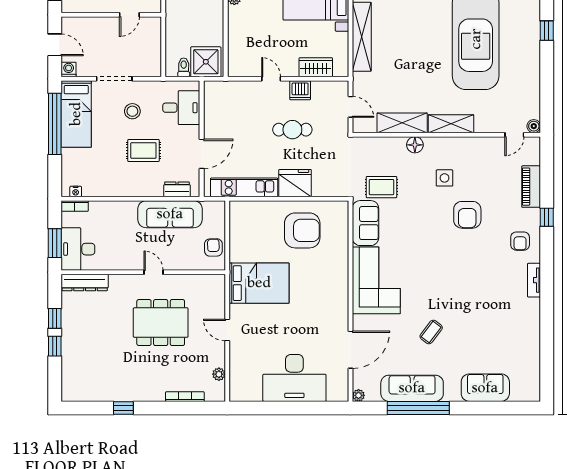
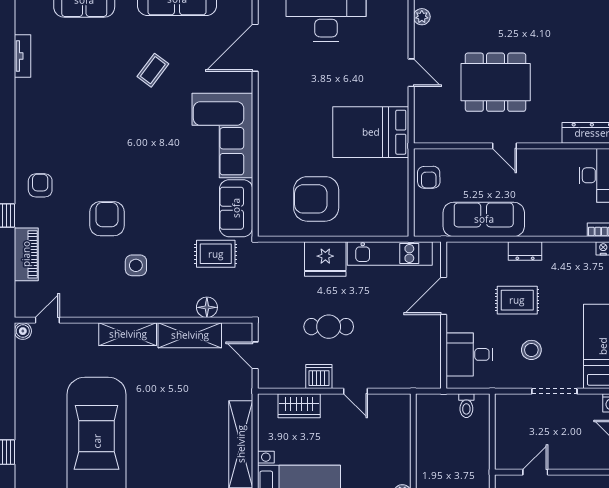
shower: (206, 62) -> (438, 413), removed
floor lamp: (415, 145) -> (207, 307), moved
dresser: (177, 189) -> (525, 251), moved
tv unit: (534, 280) -> (23, 56), moved

